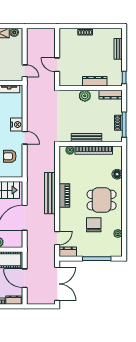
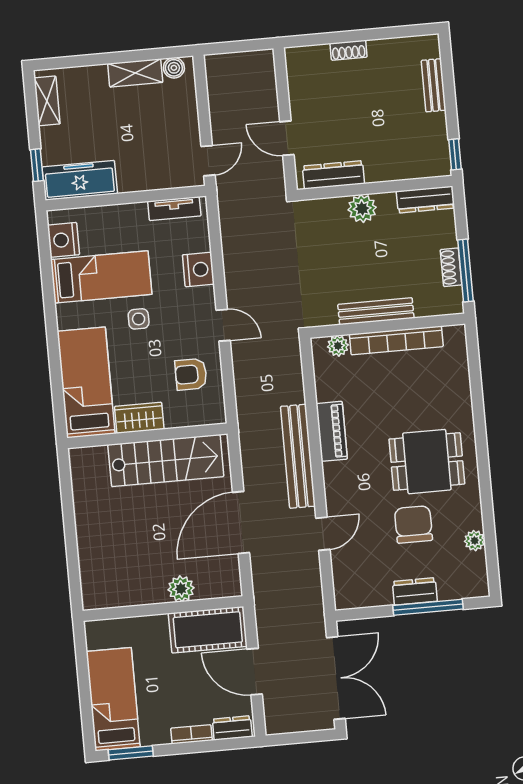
door: (25, 71) -> (208, 161), hinge flipped
dresser: (95, 81) -> (333, 175), moved
nightstand: (17, 125) -> (198, 269), moved
floor lamp: (117, 174) -> (459, 394), removed
piano: (64, 195) -> (332, 431), moved
door: (57, 238) -> (323, 534), moved
dresser: (68, 252) -> (415, 591), moved

